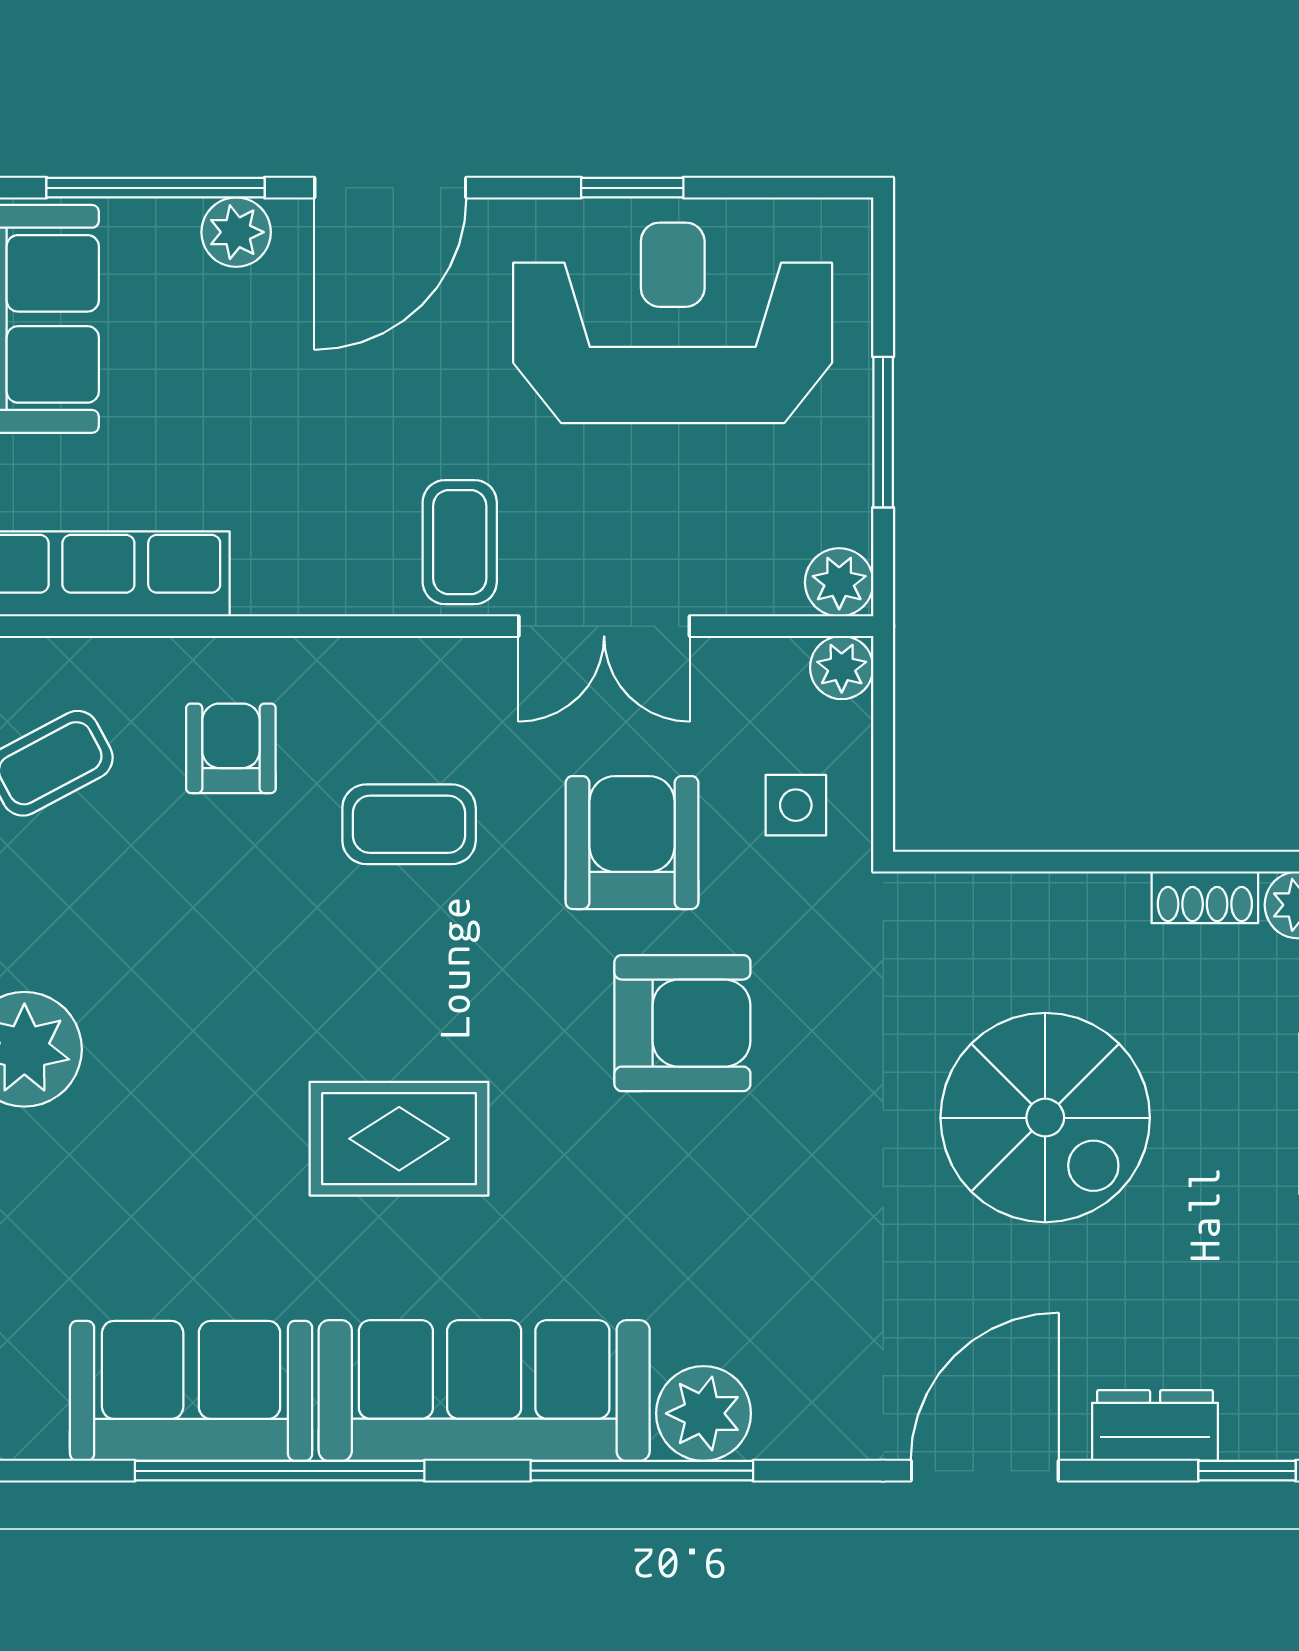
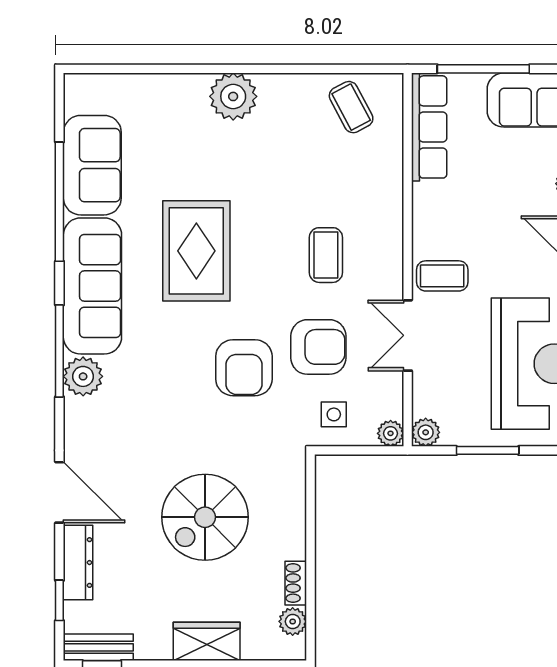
armchair: (231, 748) -> (357, 182), removed
rug: (399, 1139) -> (196, 251), width x1.36, depth x1.43
dresser: (1155, 1426) -> (78, 563), width x1.44

